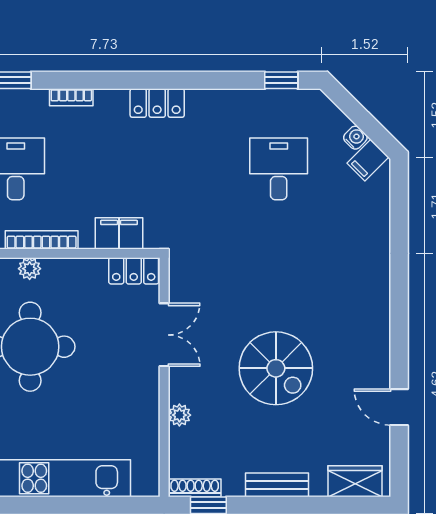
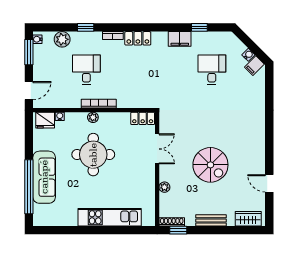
window: (281, 80) -> (199, 27), moved
locker: (157, 103) -> (138, 38), moved
filing cabinet: (119, 233) -> (180, 39), moved, turned 180

